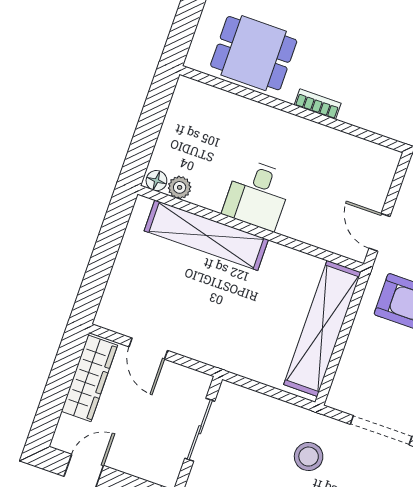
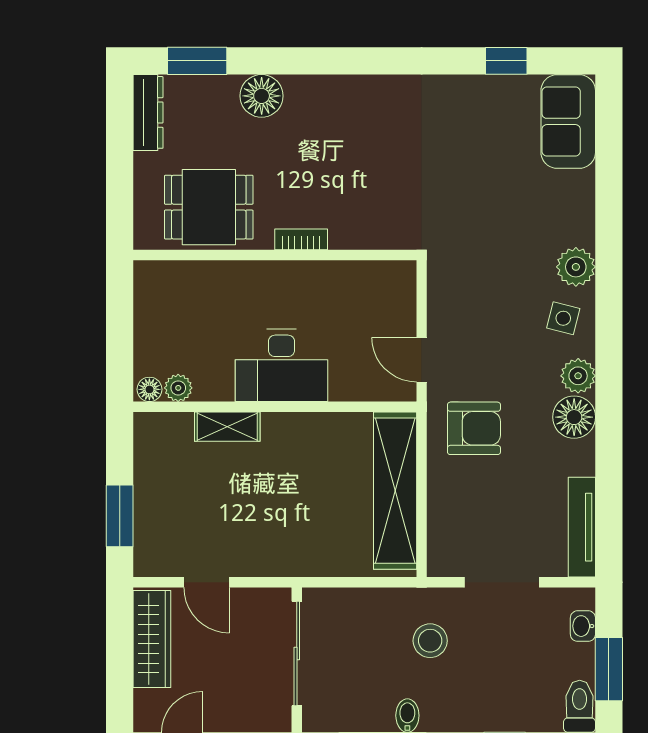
desk: (257, 195) -> (281, 365), width x1.37
shelving: (206, 235) -> (227, 427), width x0.45, depth x0.75
window: (98, 272) -> (120, 516), added
sliding door: (200, 430) -> (297, 653), width x1.37

